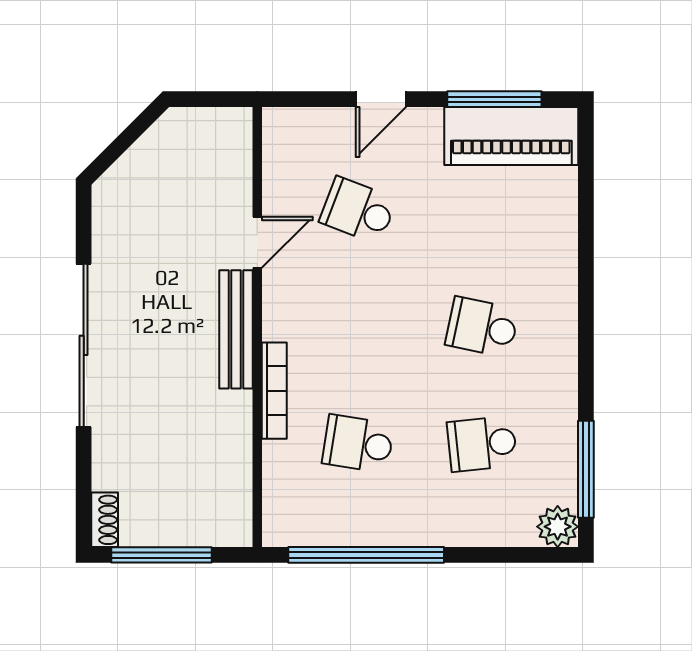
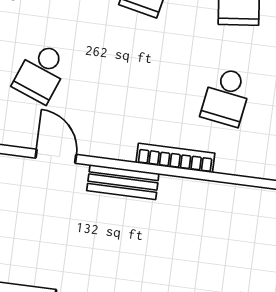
bench: (236, 329) -> (123, 182), width x0.73

